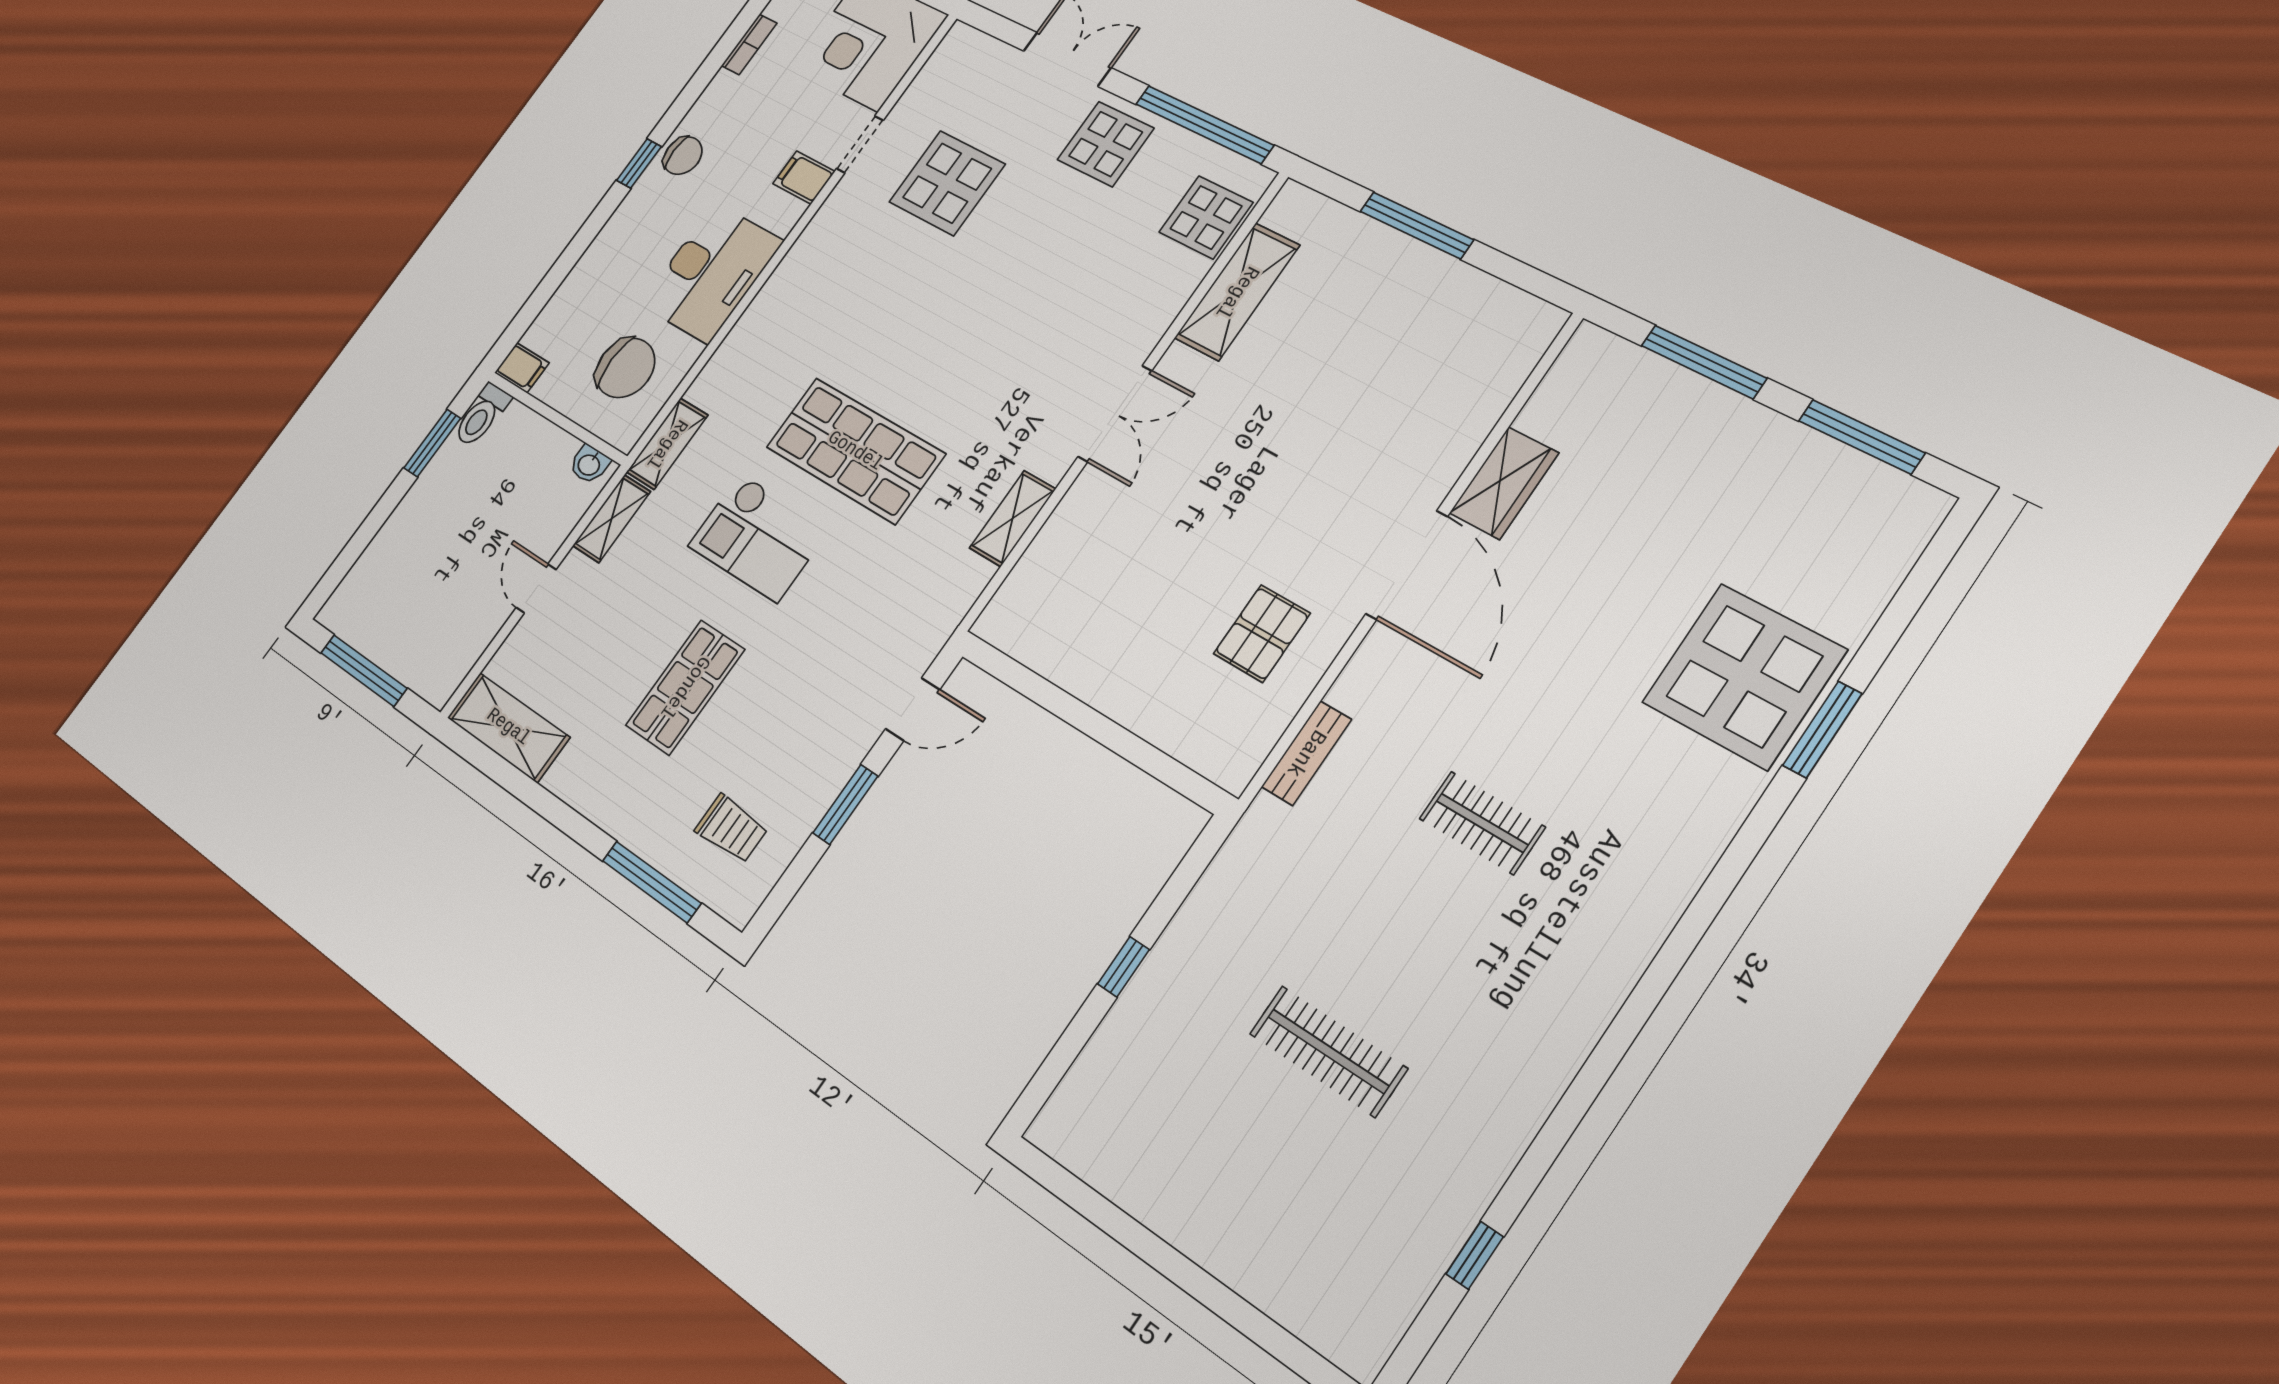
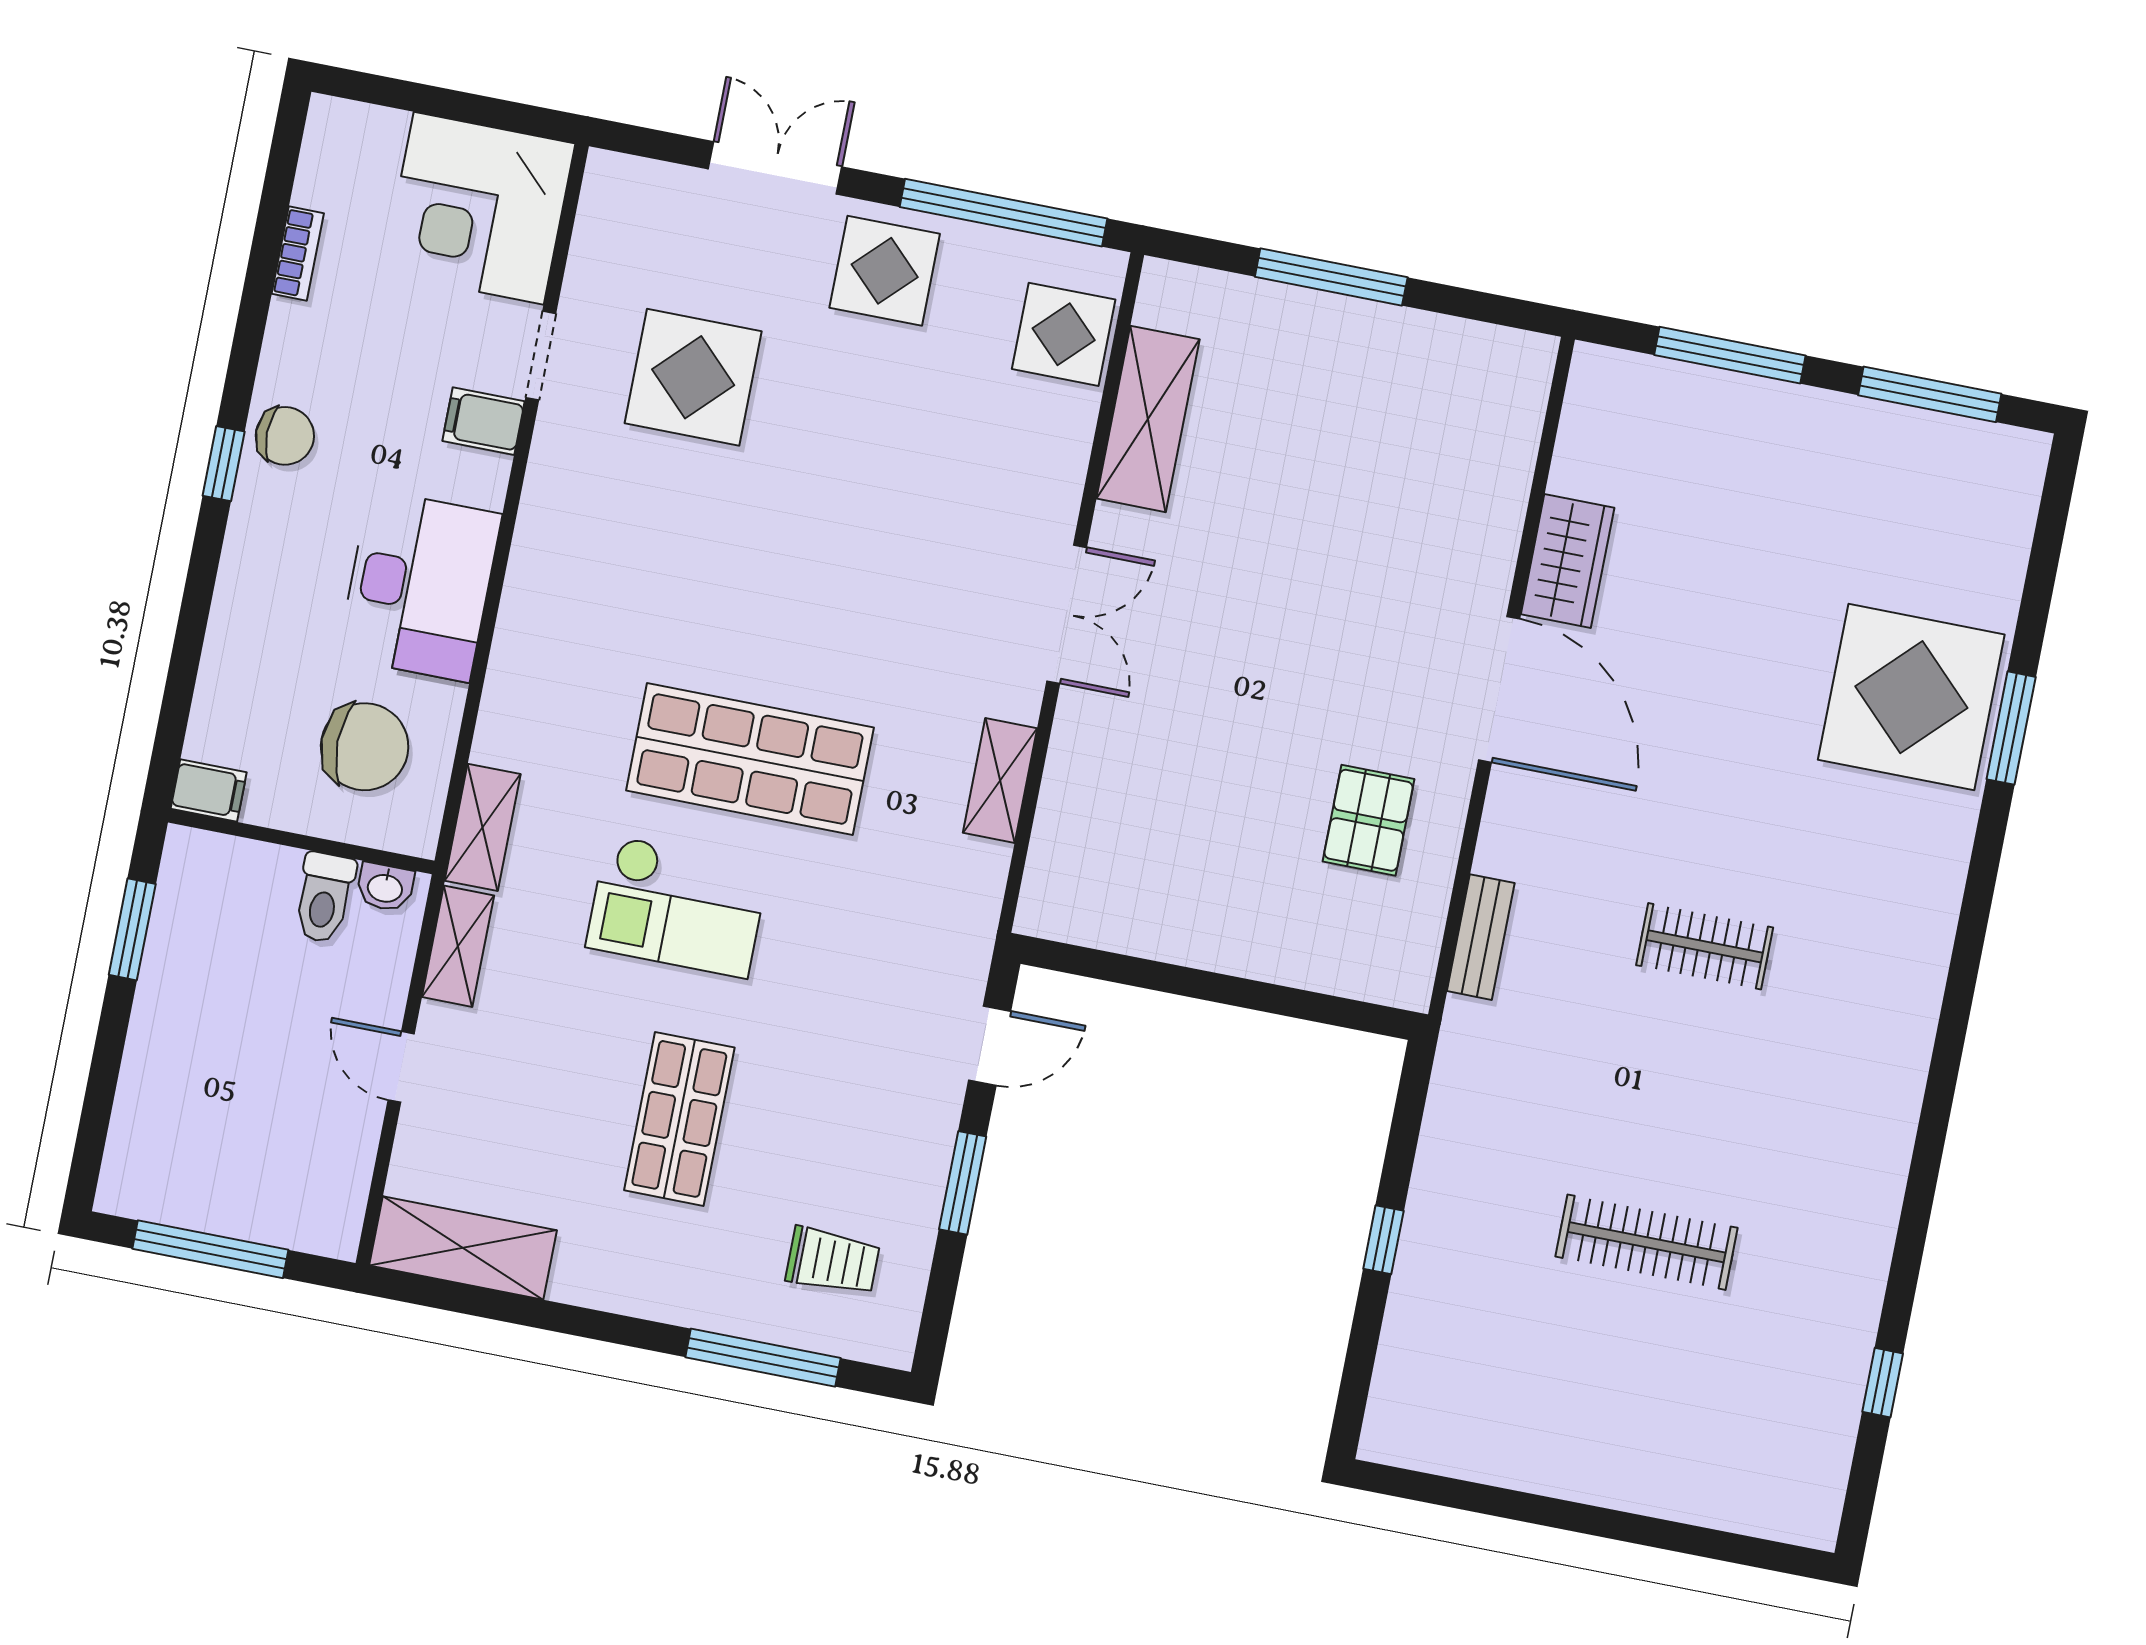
toilet: (482, 415) -> (324, 898), moved

